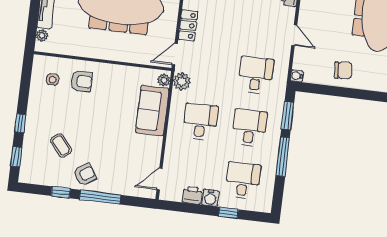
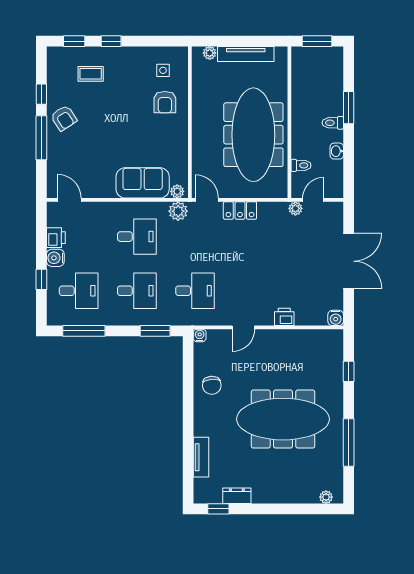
coffee table: (61, 146) -> (91, 74), moved, turned 39
window: (283, 157) -> (84, 331), moved

